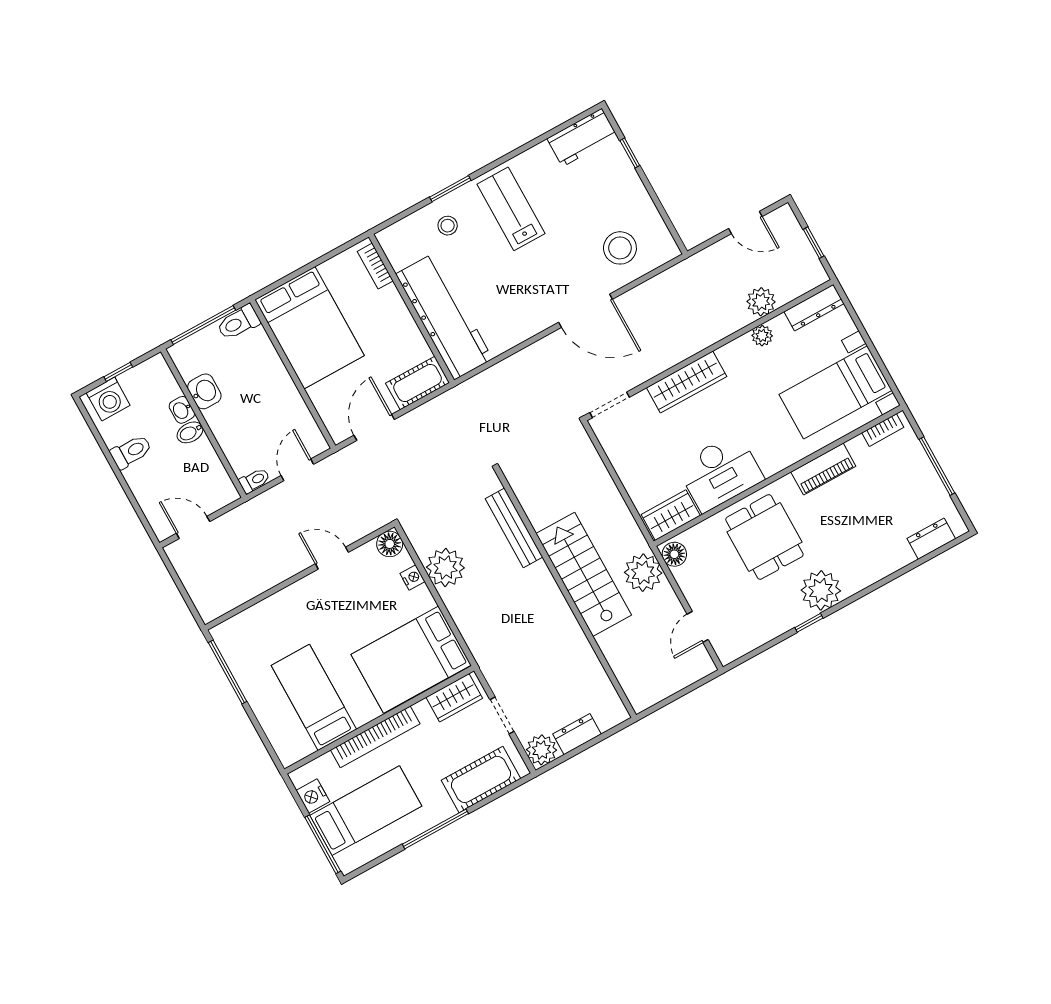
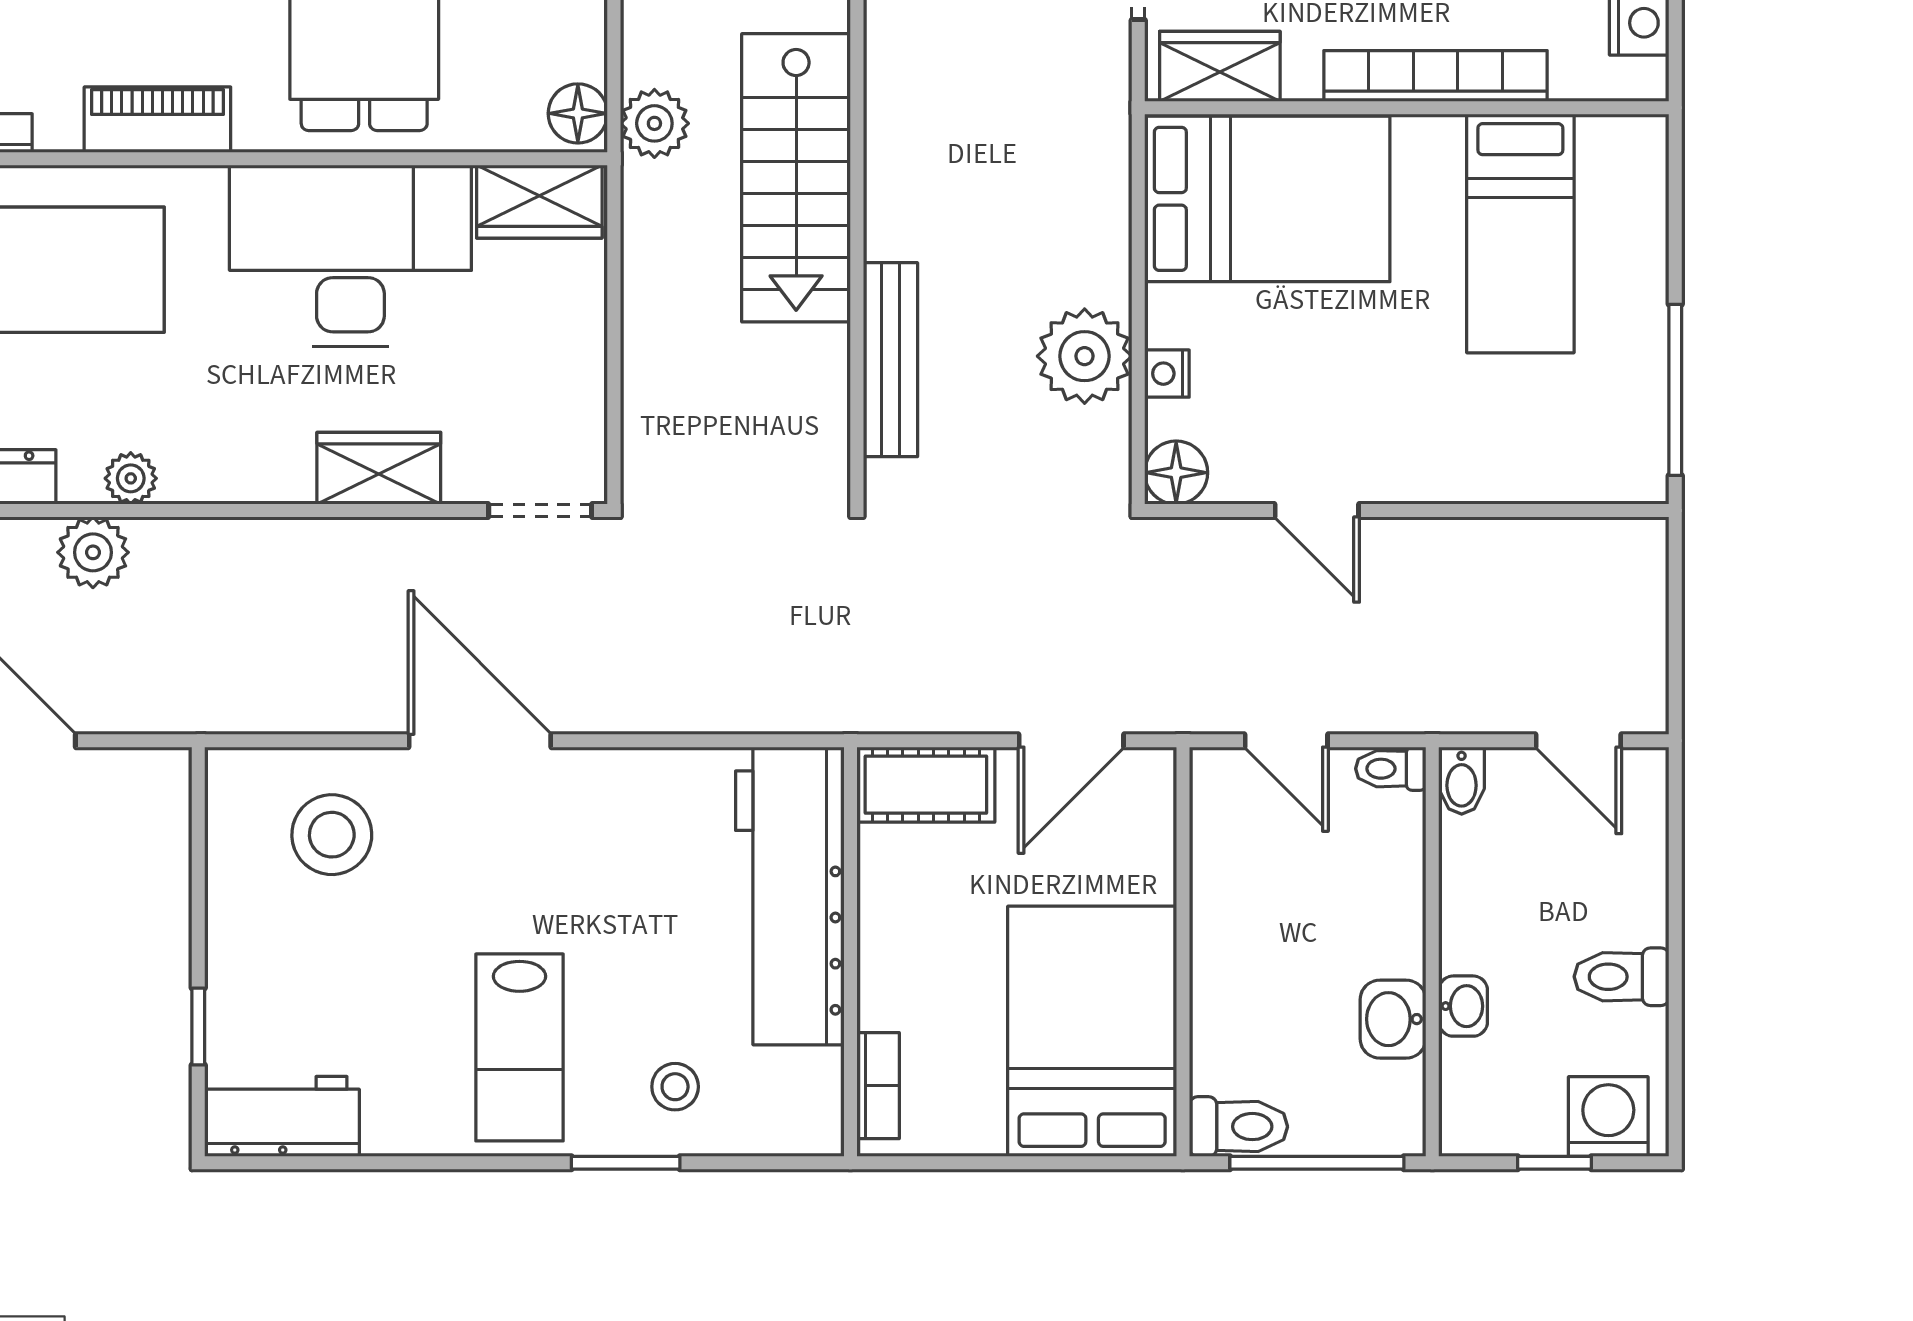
wardrobe: (687, 382) -> (379, 468), width x0.67
bidet: (190, 432) -> (1462, 781), moved, turned 90
door: (297, 470) -> (1286, 741), hinge flipped
desk: (720, 472) -> (350, 256), width x1.36, depth x1.30
plant: (643, 573) -> (654, 123), width x0.73, depth x0.73

